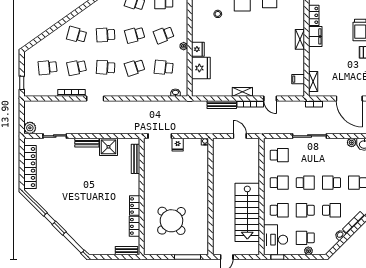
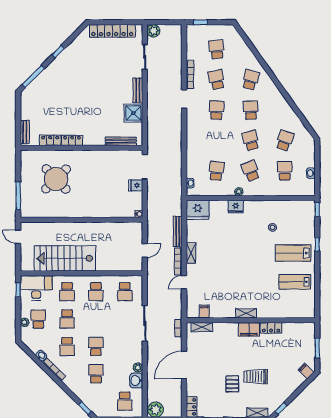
school desk: (135, 67) -> (217, 140), removed
fridge: (201, 68) -> (198, 210), moved
school desk: (305, 183) -> (96, 319), removed
school desk: (305, 210) -> (67, 319), turned 180

